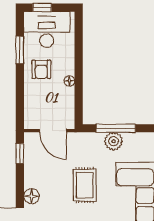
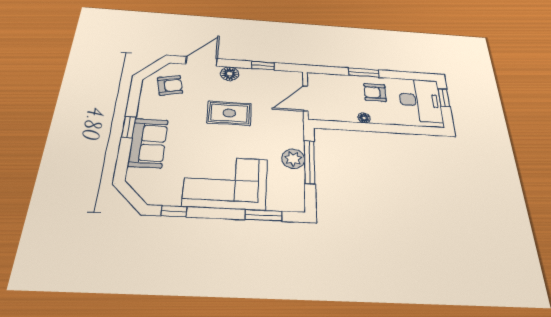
window: (20, 50) -> (364, 73), moved
window: (20, 153) -> (263, 66), moved
rug: (85, 185) -> (229, 113), moved

